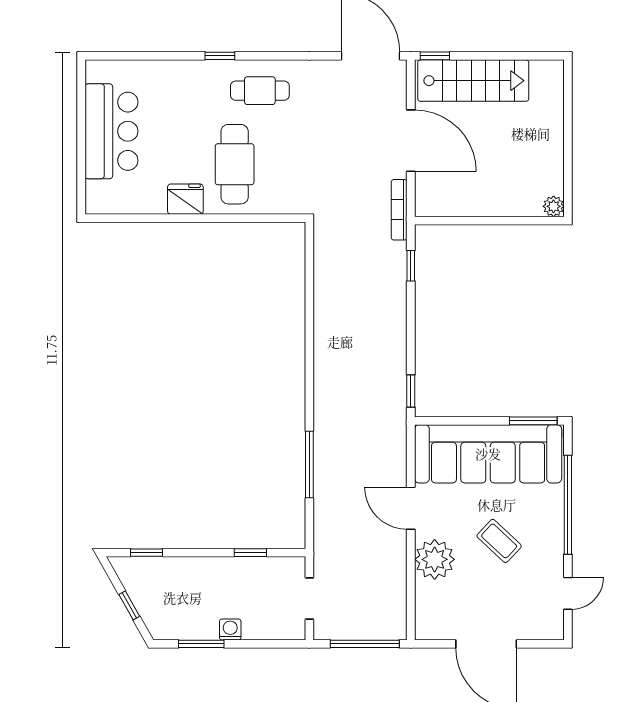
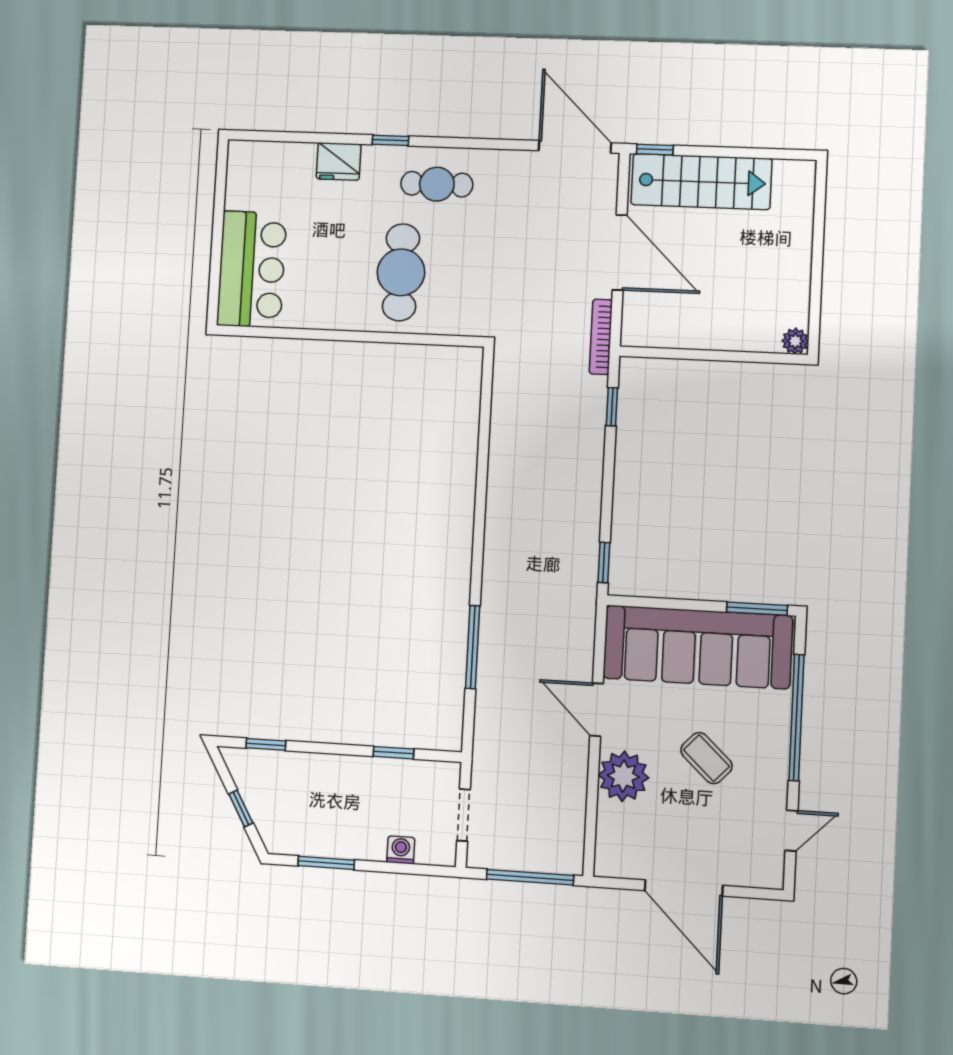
bar counter: (111, 131) -> (252, 269), moved
fridge: (185, 199) -> (339, 161), moved, turned 180
washing machine: (230, 629) -> (401, 850), moved

